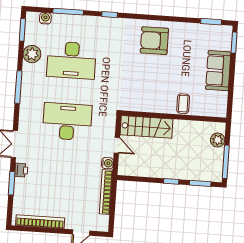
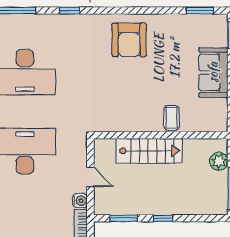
armchair: (154, 41) -> (129, 40), turned -90
stairs: (146, 127) -> (149, 151), moved
window: (200, 183) -> (124, 218), moved

